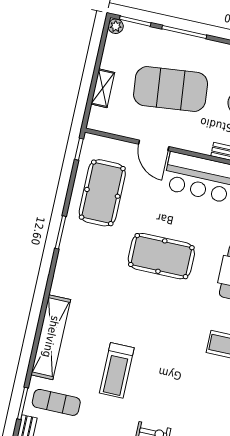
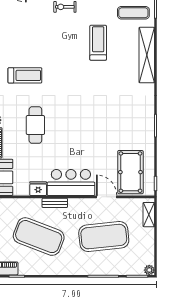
shelving: (103, 88) -> (149, 215), moved
pool table: (102, 193) -> (130, 172), moved
pool table: (161, 256) -> (85, 125), removed

